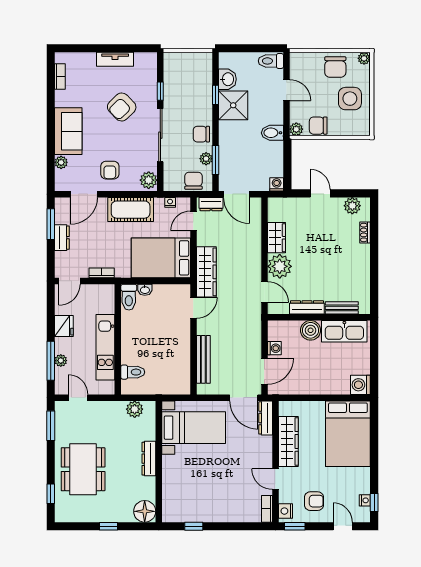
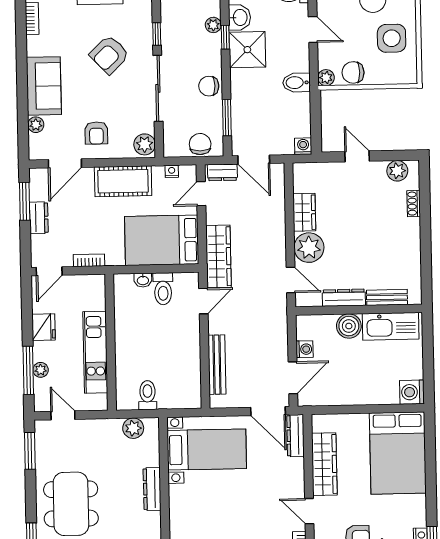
plant: (206, 159) -> (213, 25), moved
toilet: (129, 297) -> (163, 289), moved
toilet: (133, 372) -> (148, 395), moved, turned -90

